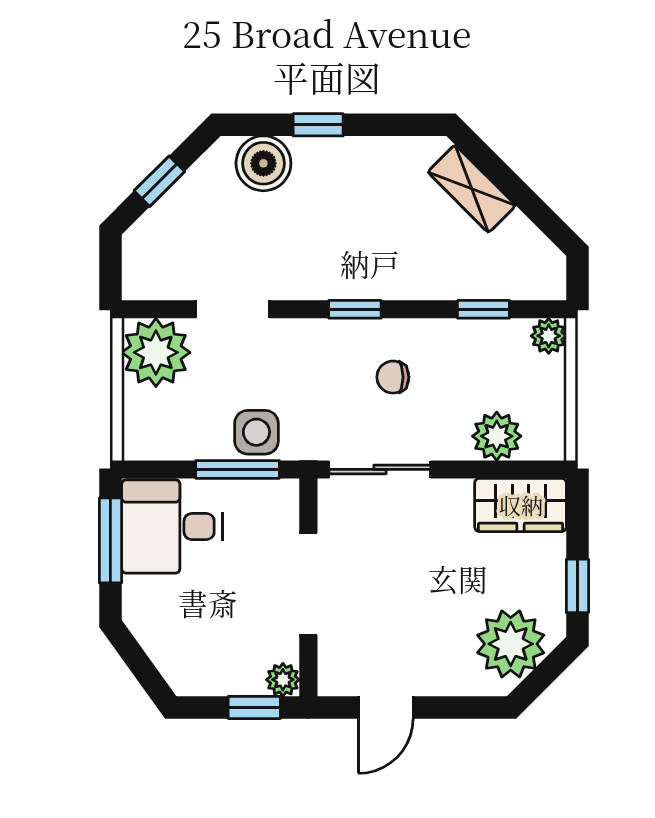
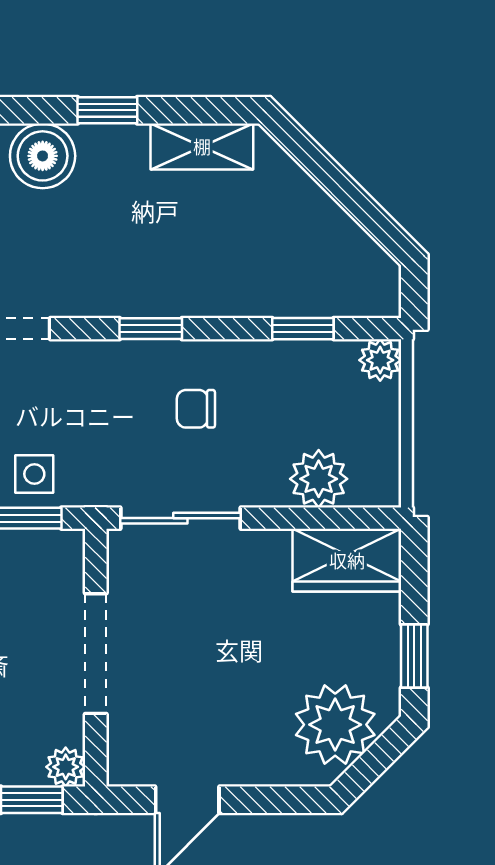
shelving: (472, 189) -> (202, 146), moved, turned -45
side table: (256, 432) -> (34, 474), width x0.73, depth x0.73

